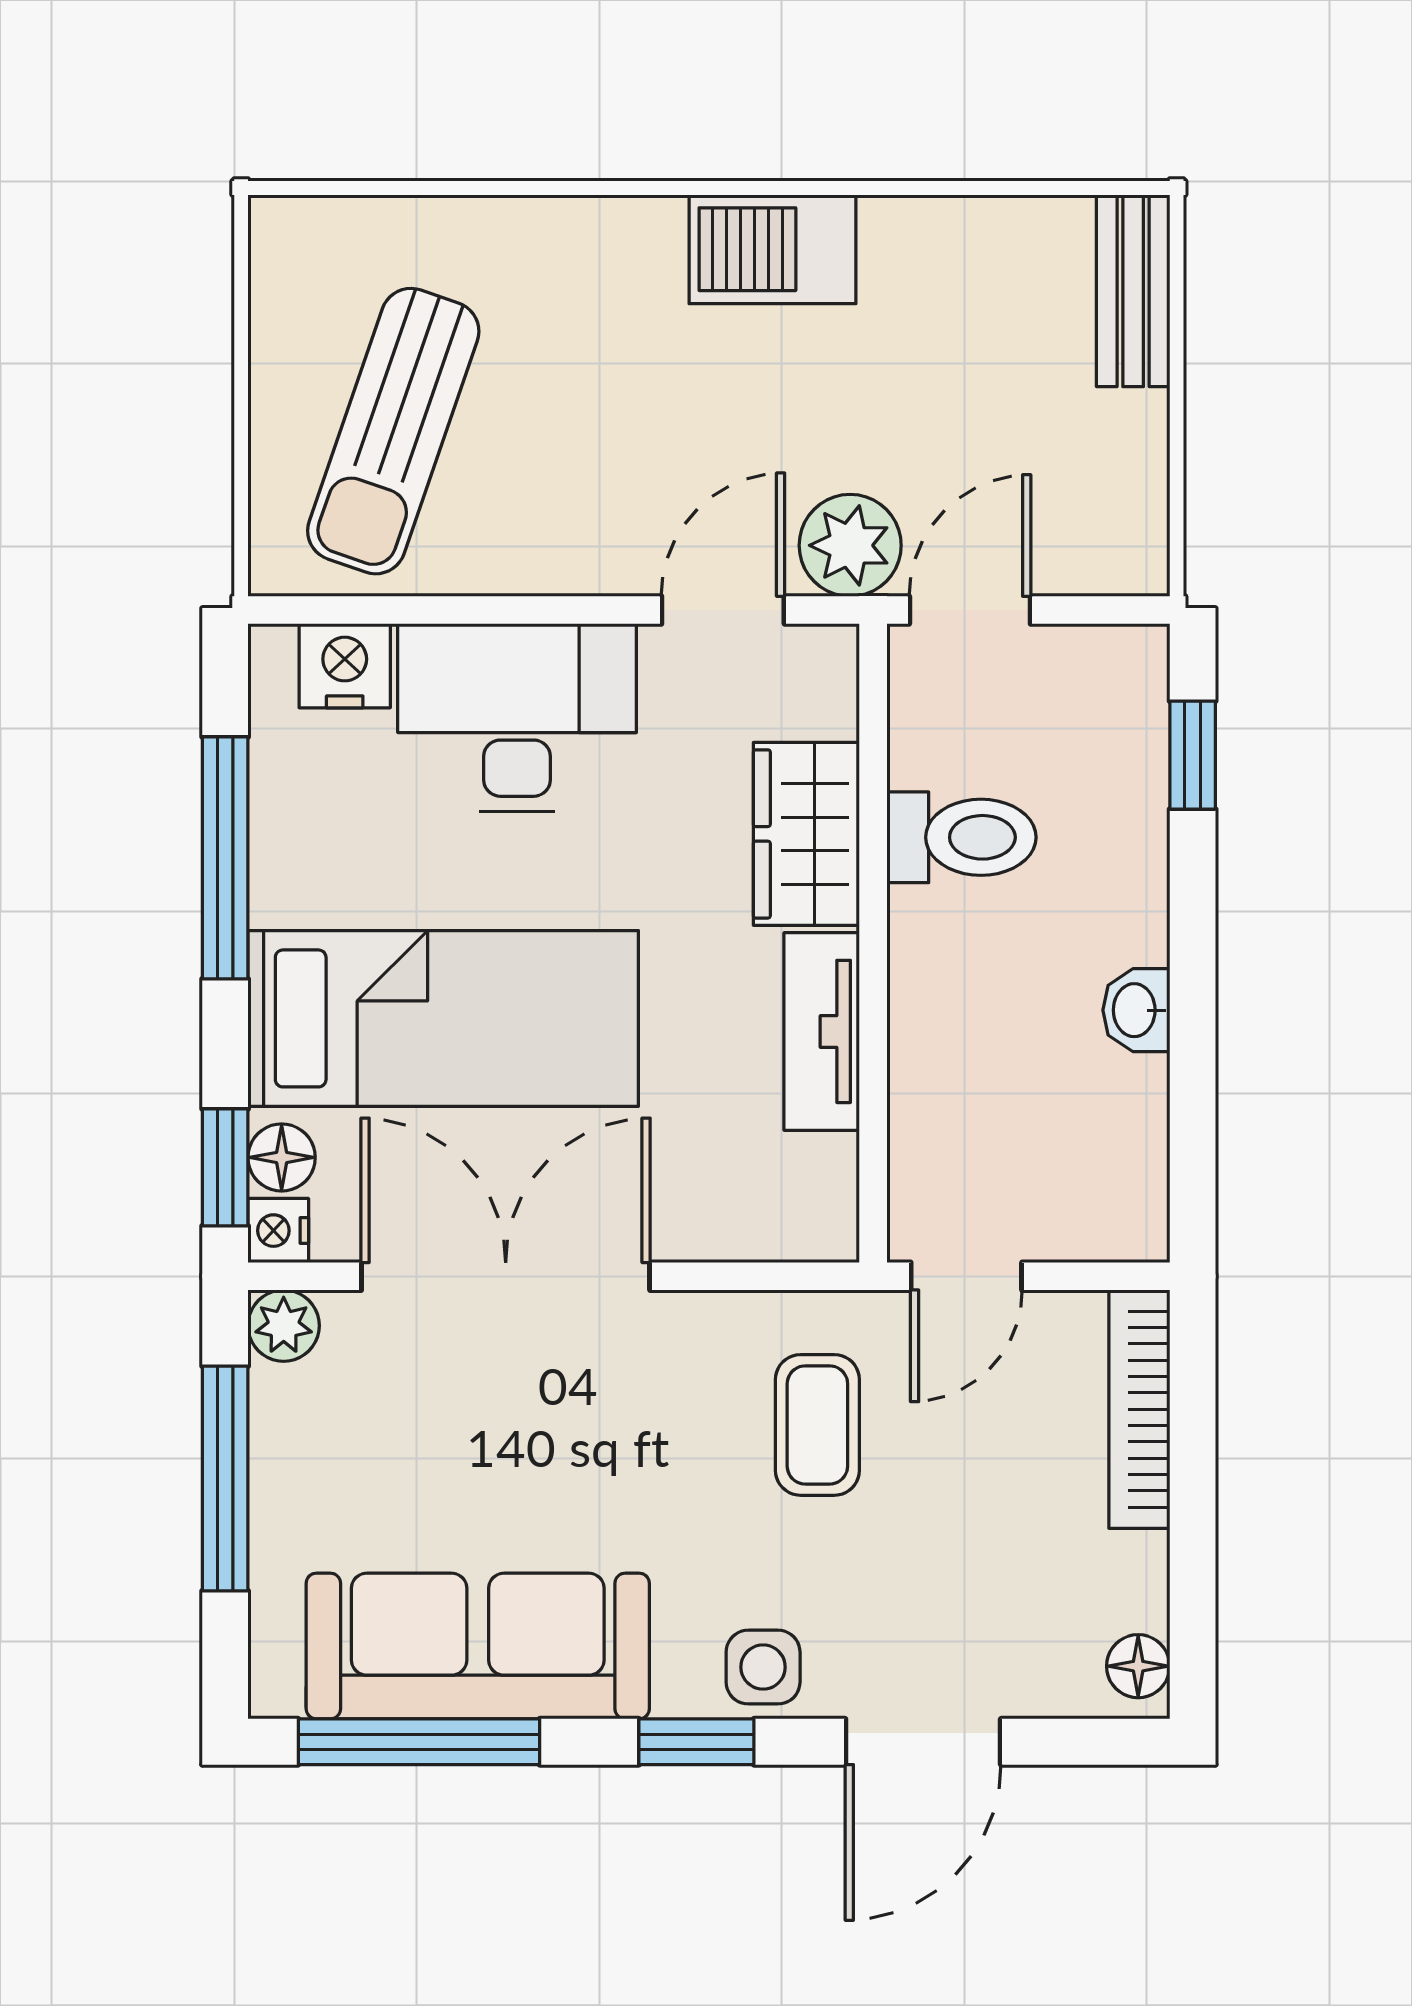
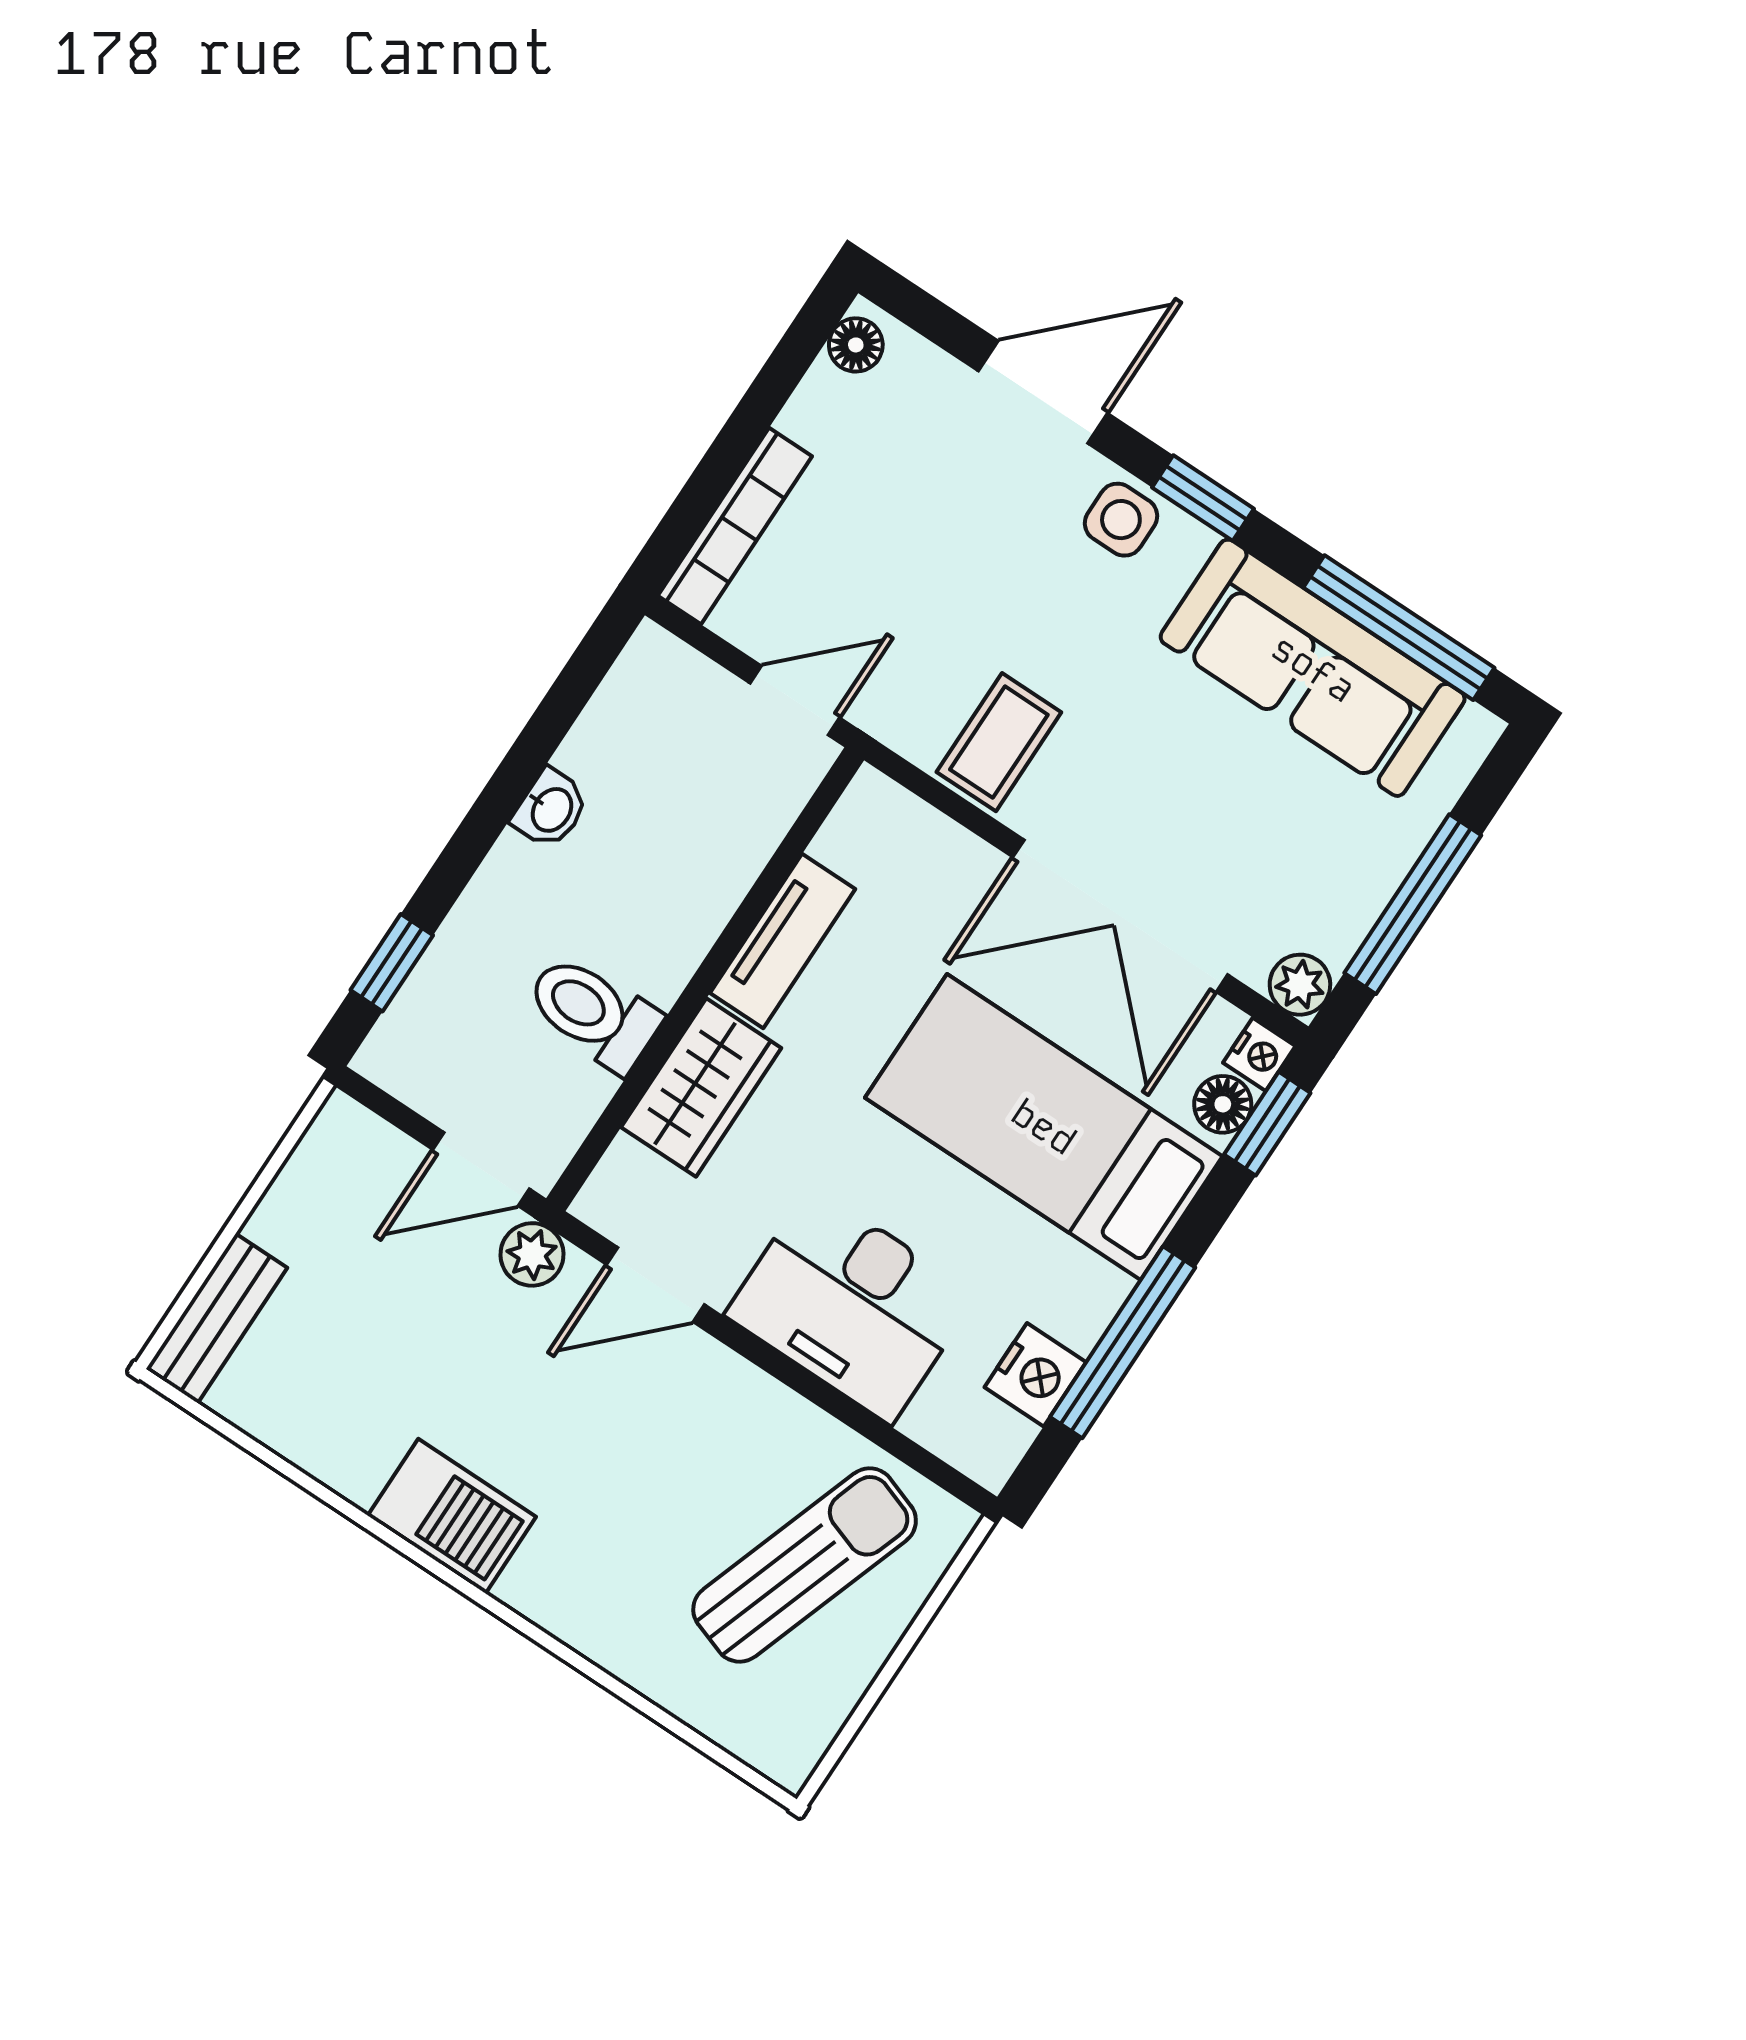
plant: (850, 545) -> (532, 1254), width x0.73, depth x0.73
nightstand: (345, 666) -> (1035, 1375), moved, turned -90
coffee table: (817, 1425) -> (999, 742), moved

